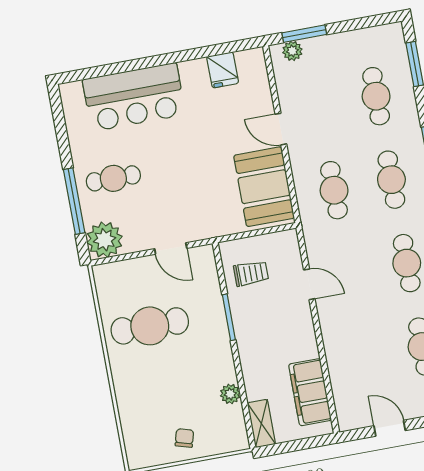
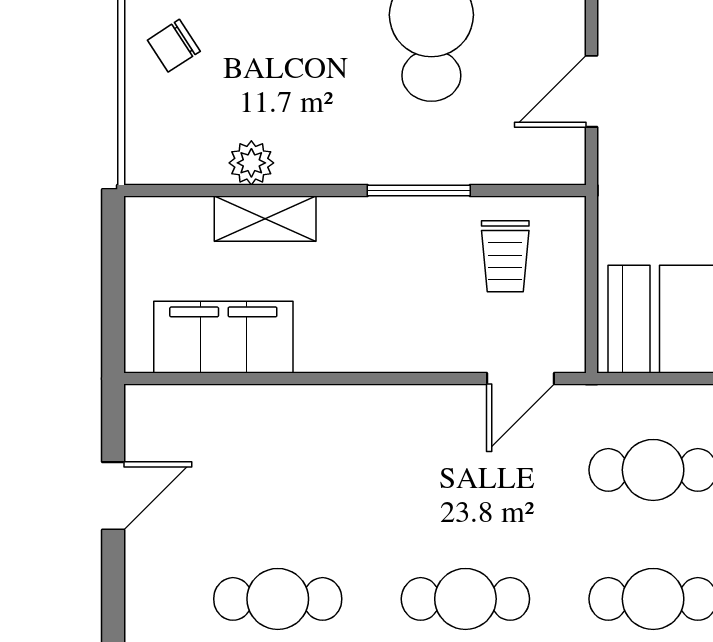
door: (309, 284) -> (521, 379), moved
shelving: (261, 423) -> (265, 219), moved
chair: (184, 438) -> (174, 46), turned 131

